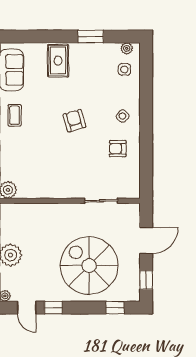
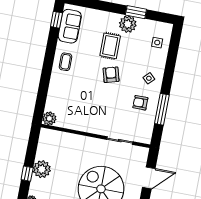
plant: (127, 48) -> (128, 24), moved, width x1.87, depth x1.87
rug: (58, 61) -> (110, 46), moved
window: (146, 152) -> (162, 109), added

